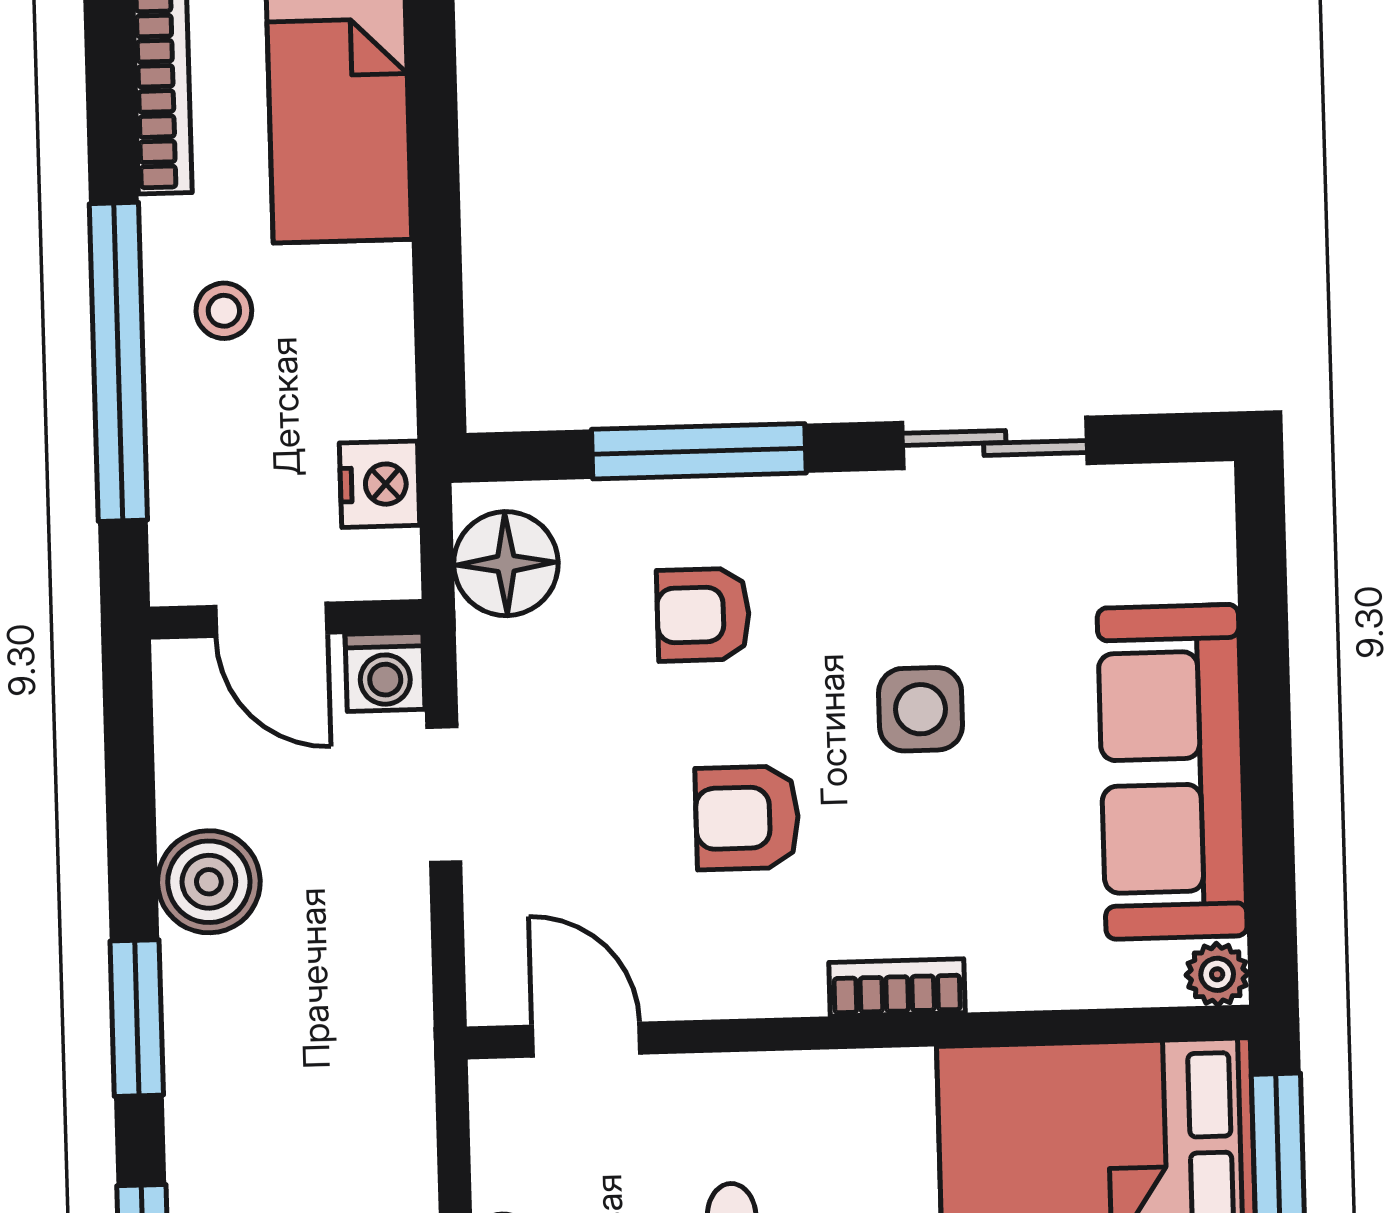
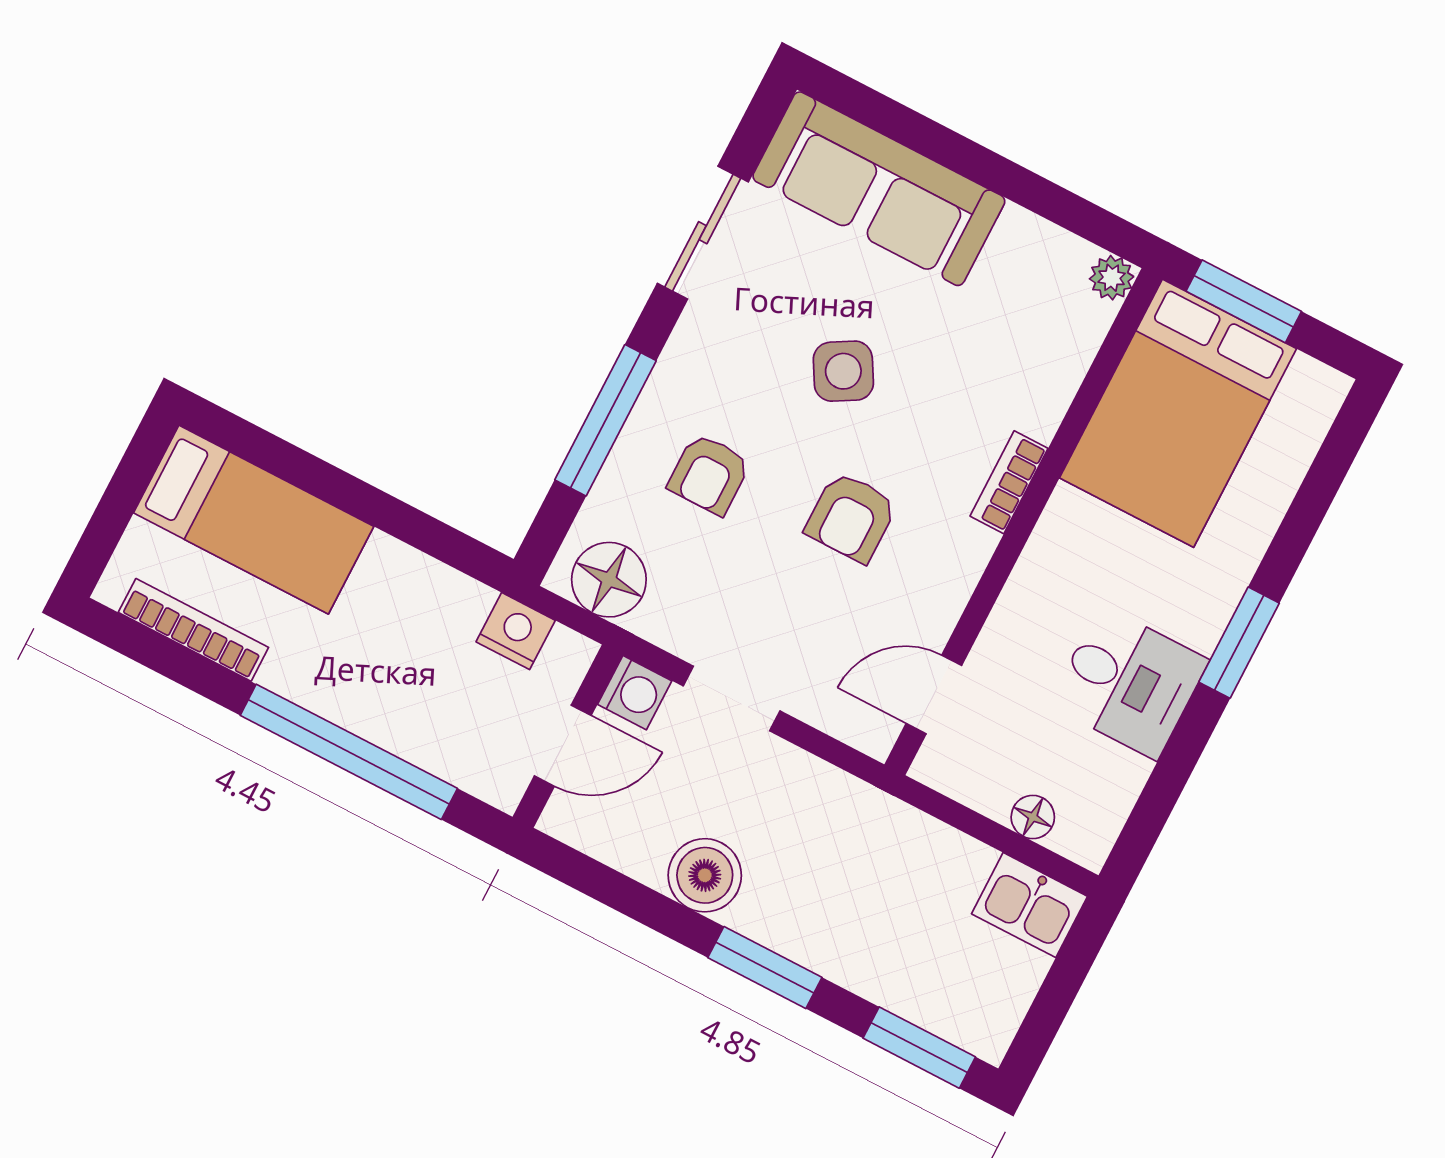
stool: (224, 311) -> (353, 668), removed
side table: (921, 709) -> (843, 371), turned -30
sofa: (1172, 772) -> (879, 189), moved

